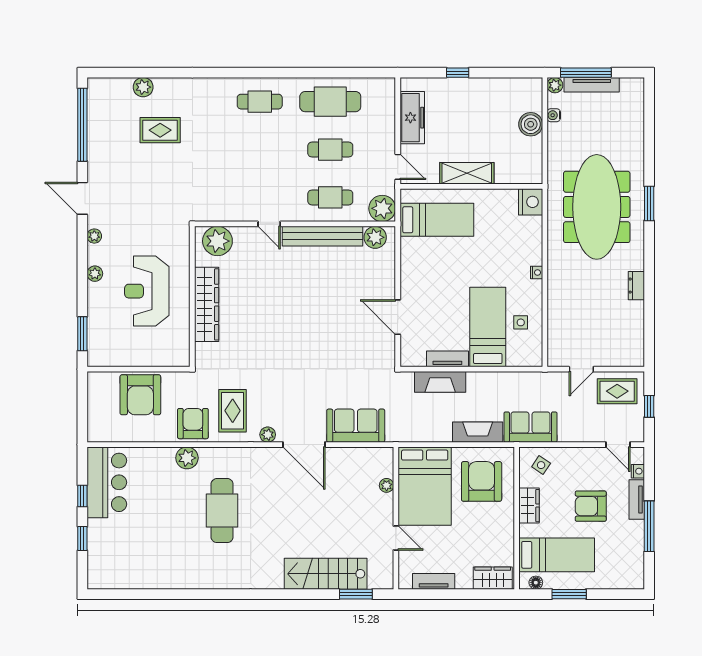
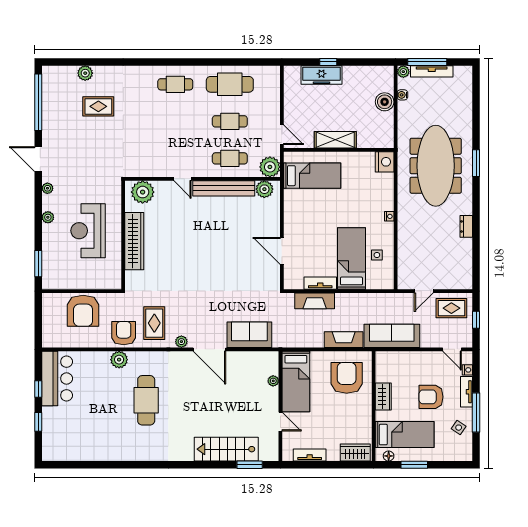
freezer: (412, 118) -> (321, 75), moved, turned 90
sofa: (530, 427) -> (392, 336), width x1.36
side table: (541, 465) -> (459, 428), moved
bed: (425, 486) -> (296, 381), width x0.67

